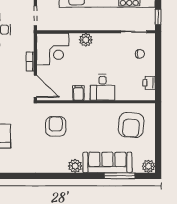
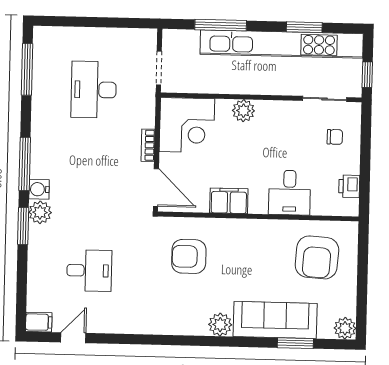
desk: (103, 87) -> (290, 193), moved
filing cabinet: (78, 93) -> (229, 201), width x2.00
armchair: (56, 126) -> (189, 256), turned -90
window: (120, 176) -> (295, 343), width x0.69

